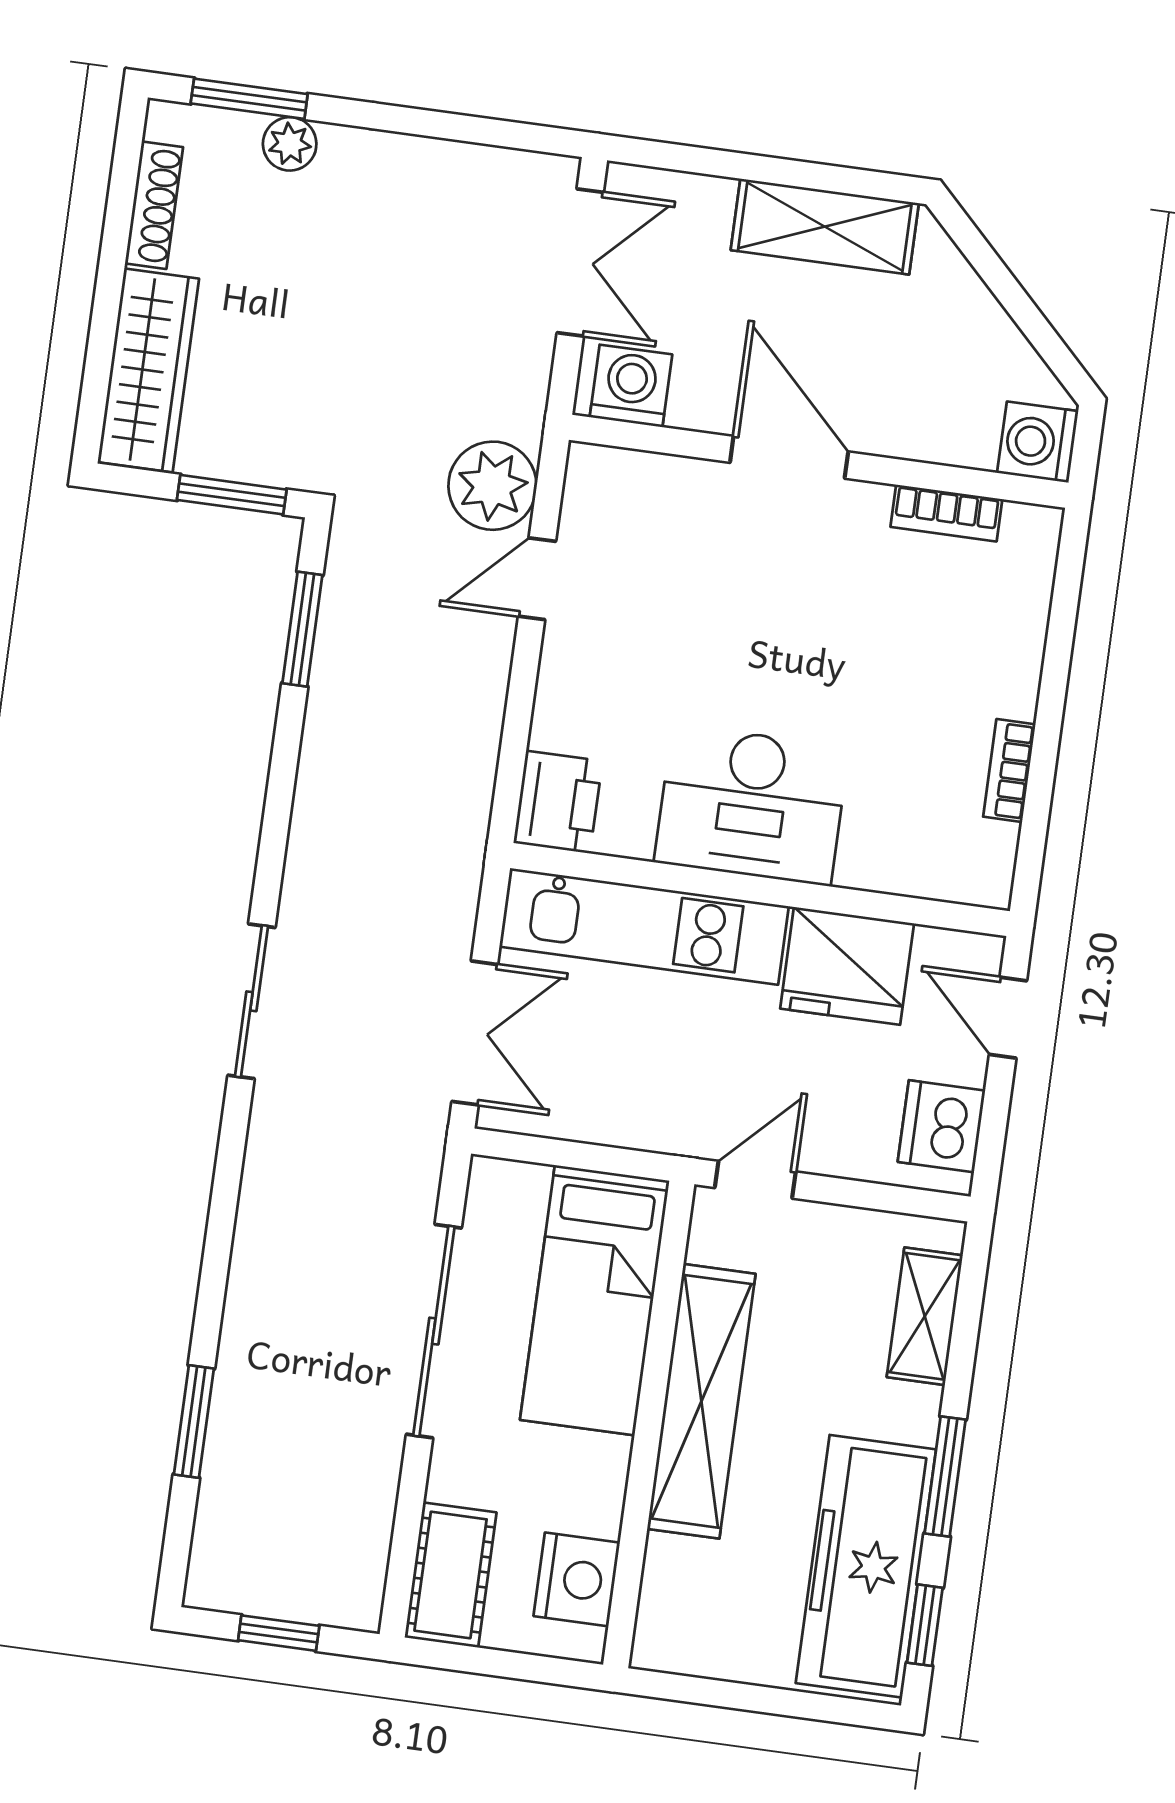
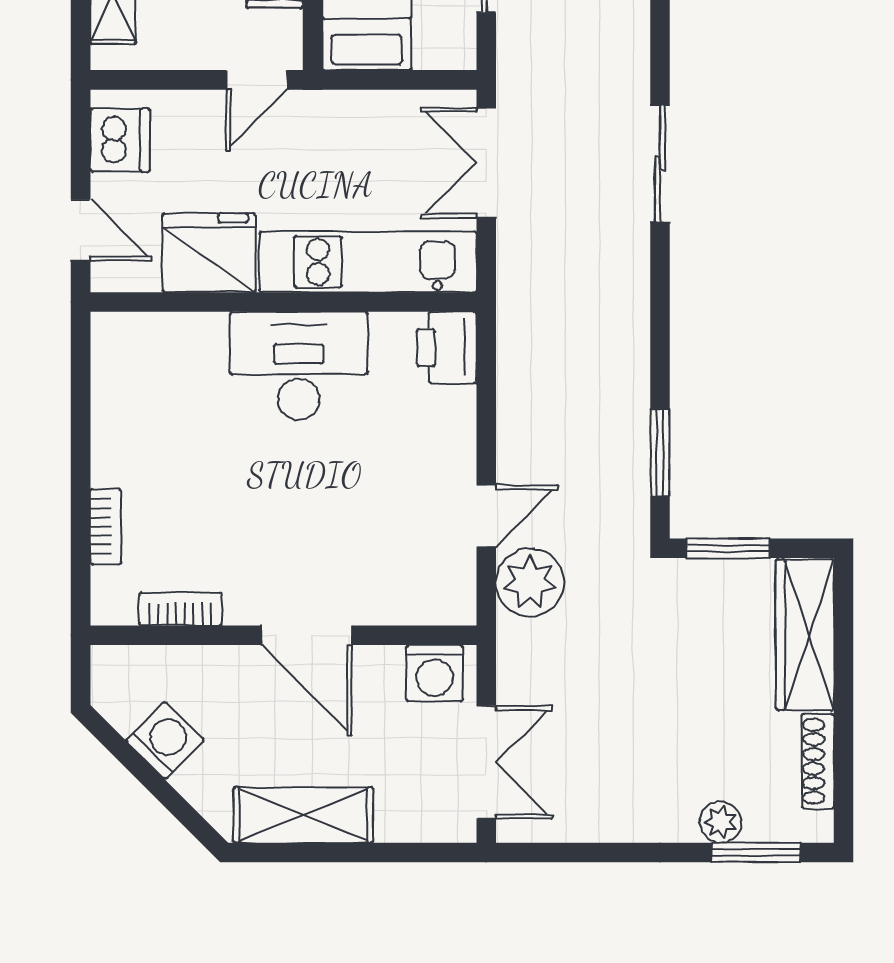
double door: (580, 262) -> (486, 762), swing flipped
washing machine: (1038, 442) -> (165, 740), moved, turned -45
bookcase: (1009, 770) -> (105, 526), moved

